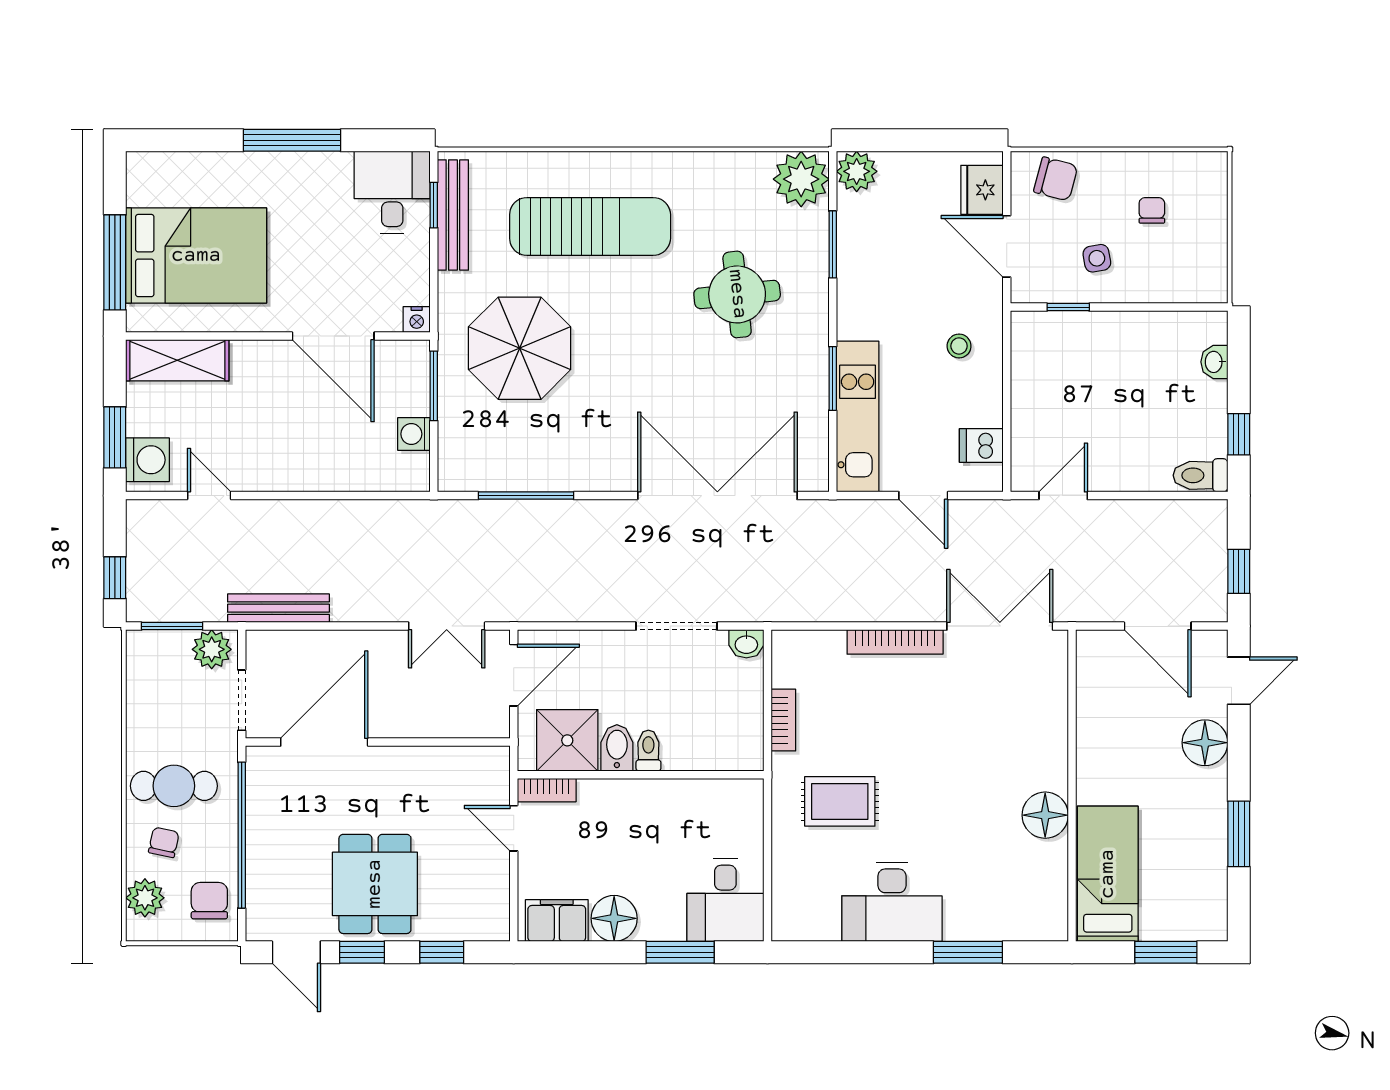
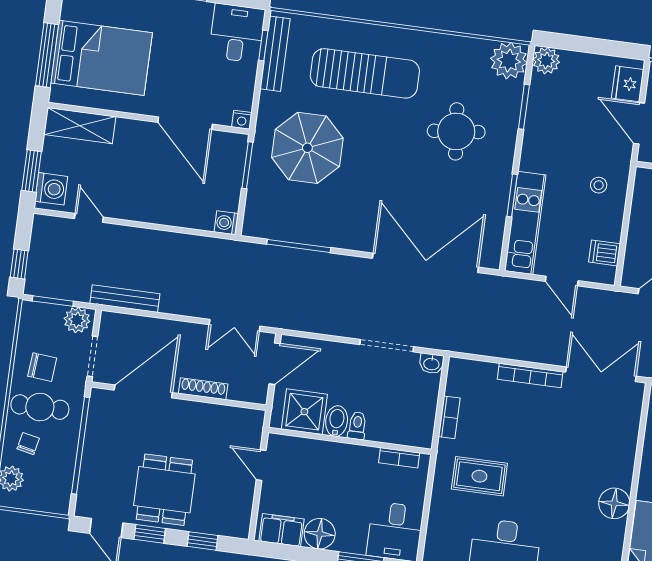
washing machine: (414, 434) -> (226, 223), moved
shoe rack: (412, 726) -> (203, 389), added
bookcase: (547, 790) -> (399, 458), moved
chair: (209, 901) -> (42, 367), moved, turned 95

